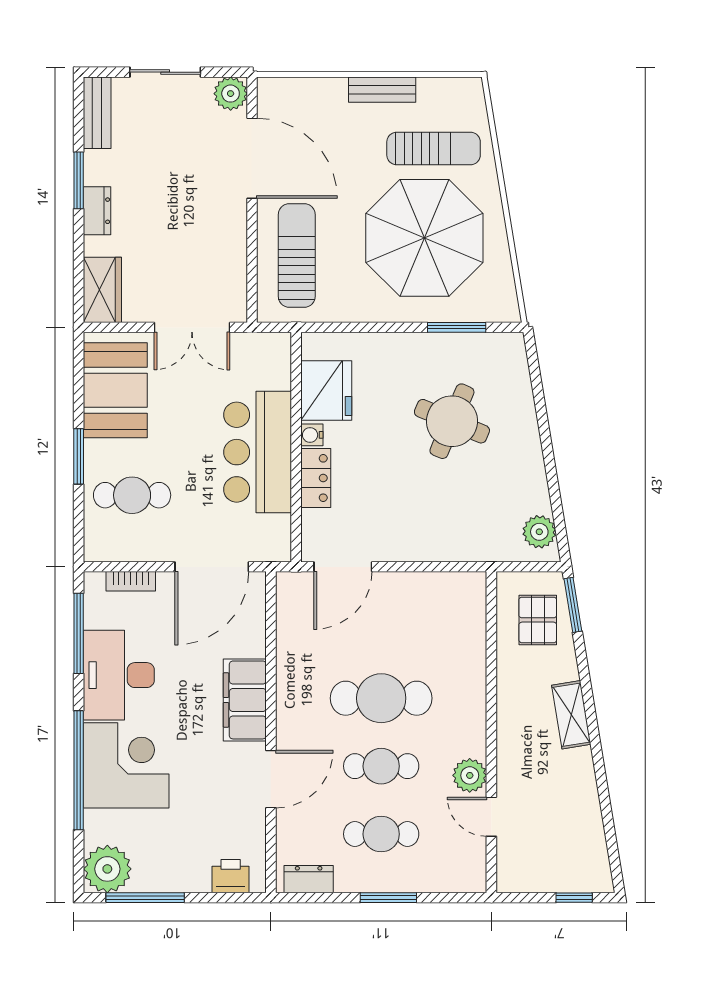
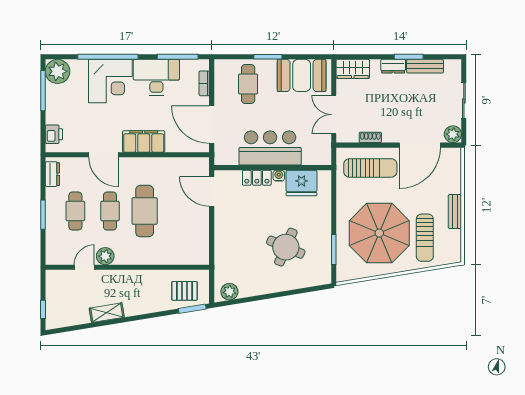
bench: (97, 113) -> (425, 66), moved
shoe rack: (237, 256) -> (370, 137), added
shelving: (571, 715) -> (107, 313), moved

